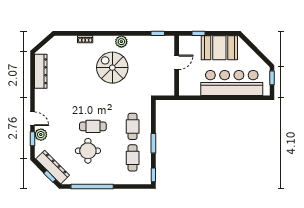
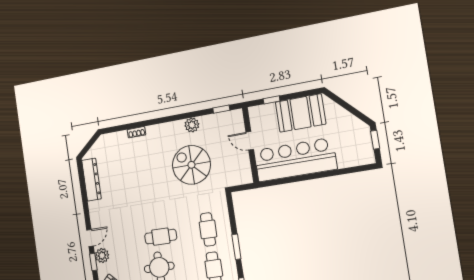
plant: (121, 42) -> (192, 125), moved
door: (177, 62) -> (250, 141), swing flipped
spiral stairs: (112, 68) -> (191, 165), moved
bar counter: (232, 83) -> (295, 160), moved
door: (32, 119) -> (90, 238), hinge flipped

